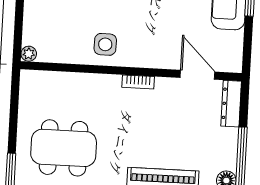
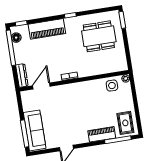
side table: (105, 44) -> (112, 86), moved
door: (197, 75) -> (41, 86), swing flipped

